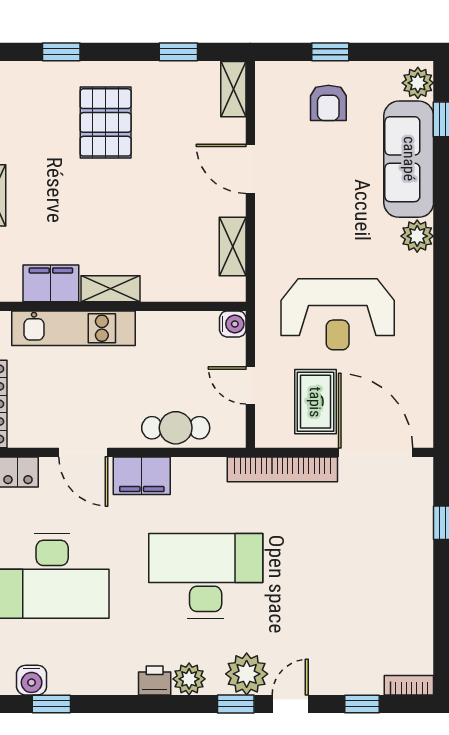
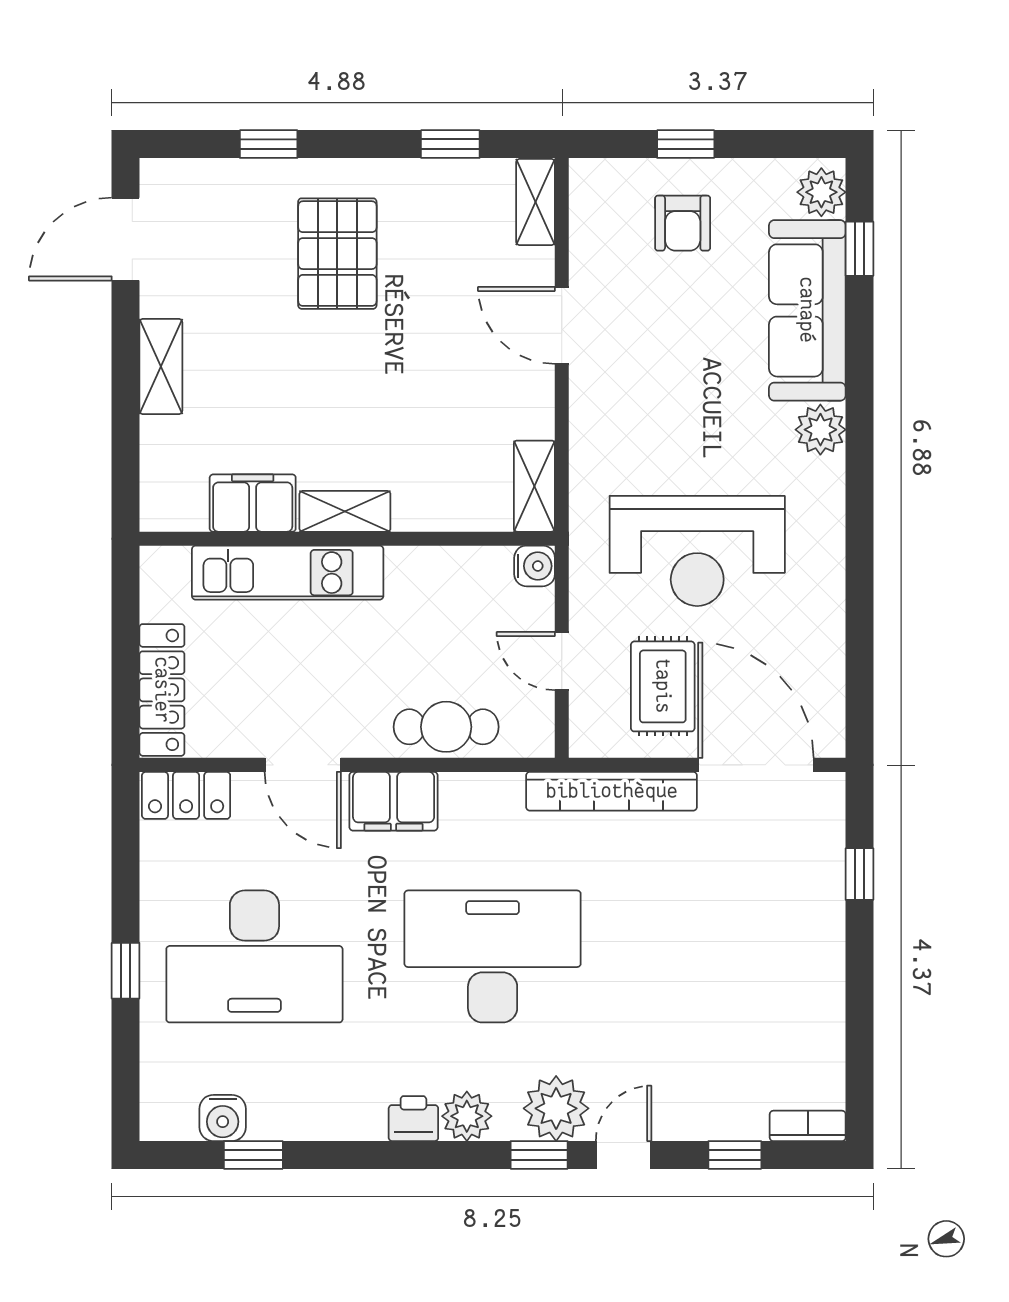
shelving: (233, 246) -> (534, 486), moved

